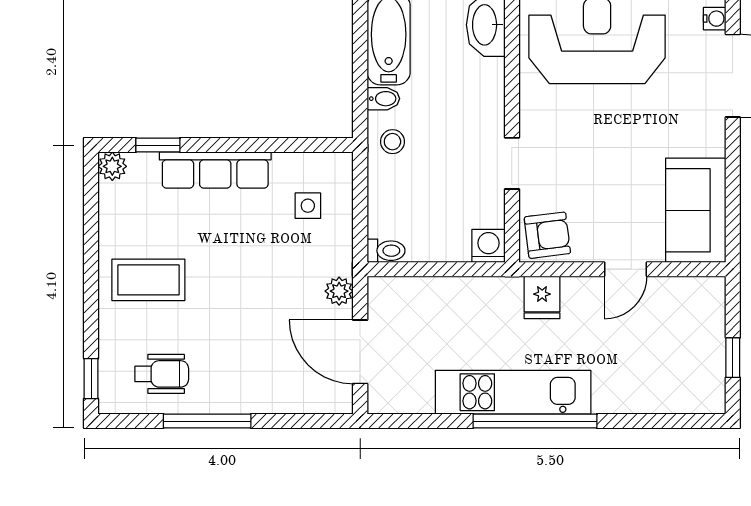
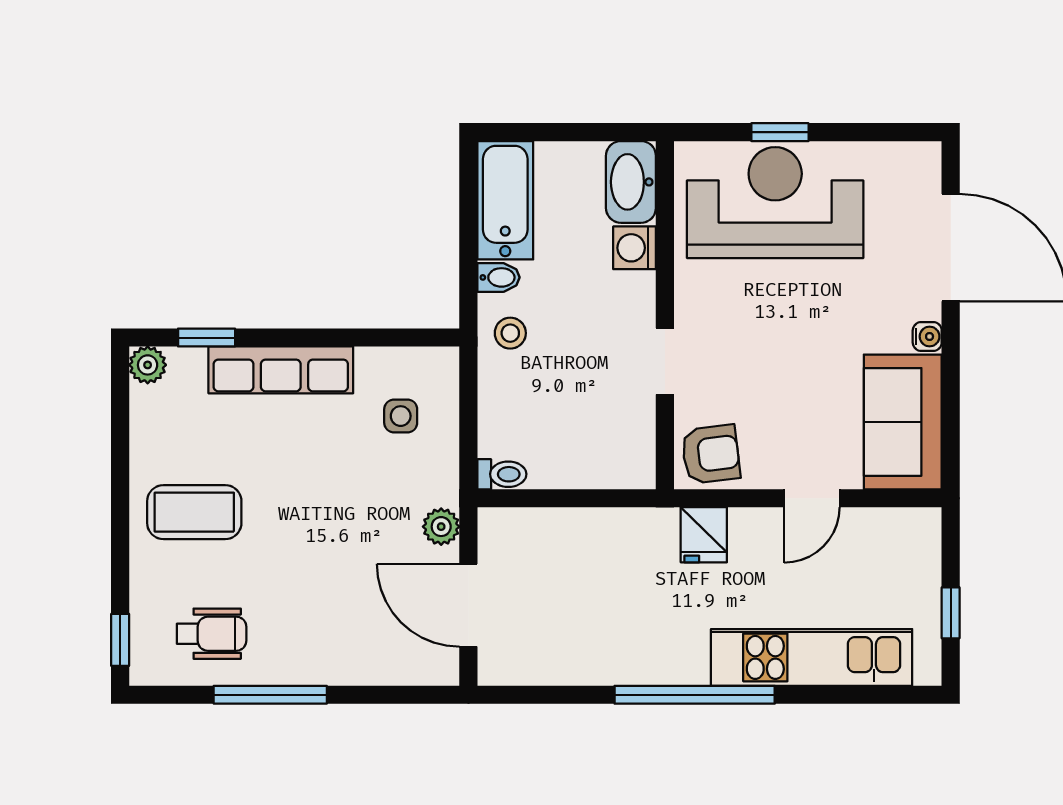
water cooler: (715, 19) -> (927, 336), moved
washing machine: (488, 246) -> (635, 248), moved, turned -90
kitchen unit: (513, 392) -> (812, 657), moved

